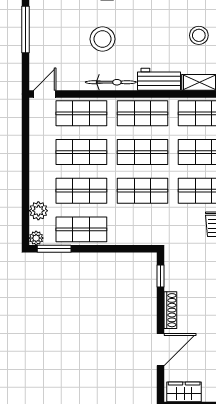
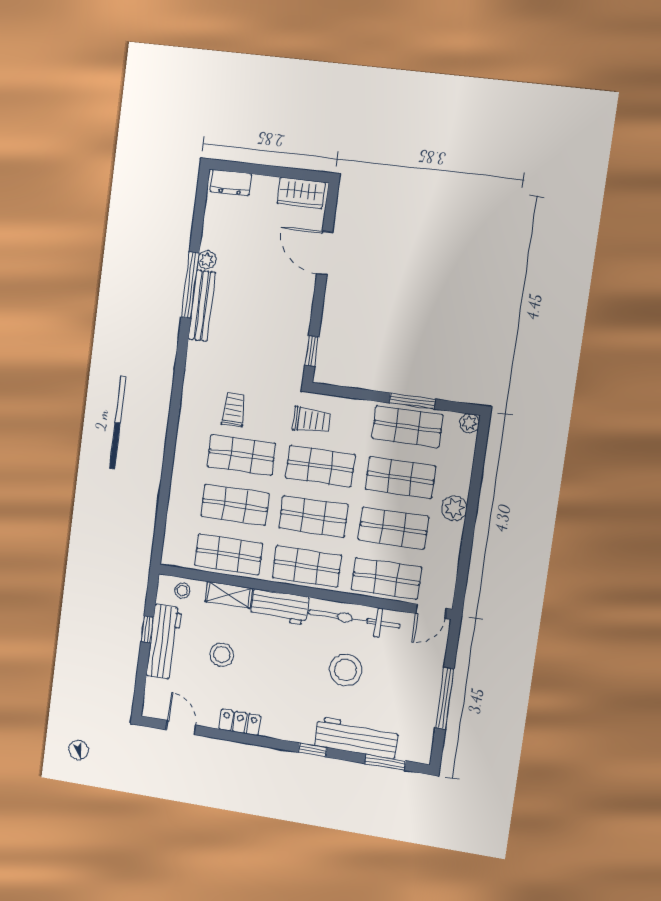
bicycle: (111, 82) -> (354, 619), width x1.37, depth x1.40
plant: (38, 211) -> (454, 508), moved
trolley: (154, 224) -> (311, 420), added
window: (54, 249) -> (412, 401), moved
shoe rack: (170, 310) -> (305, 304), removed
door: (160, 350) -> (325, 253), hinge flipped

